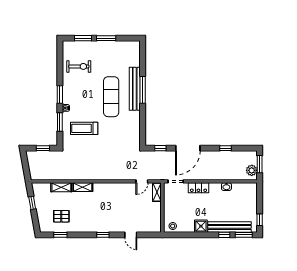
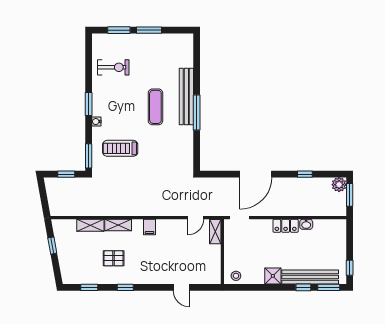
window: (143, 90) -> (197, 113), moved
exercise mat: (111, 97) -> (155, 107), width x0.73, depth x0.69
window: (60, 122) -> (89, 156), moved
window: (160, 148) -> (220, 174), removed
plant: (252, 170) -> (339, 185), moved
locker: (198, 188) -> (286, 226), moved
filing cabinet: (107, 189) -> (150, 227), added
pallet: (61, 216) -> (114, 258), moved
window: (103, 235) -> (125, 287), moved

